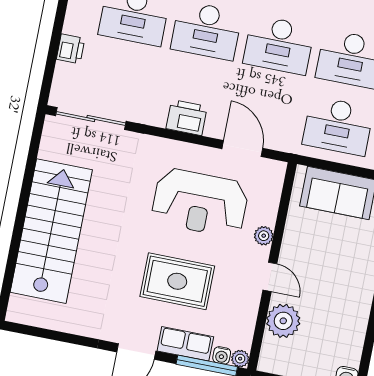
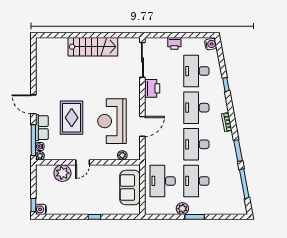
printer: (187, 118) -> (152, 88), moved
door: (242, 149) -> (142, 126), moved
stairs: (51, 231) -> (93, 47), width x0.73, depth x0.66
plant: (264, 236) -> (122, 155), moved

